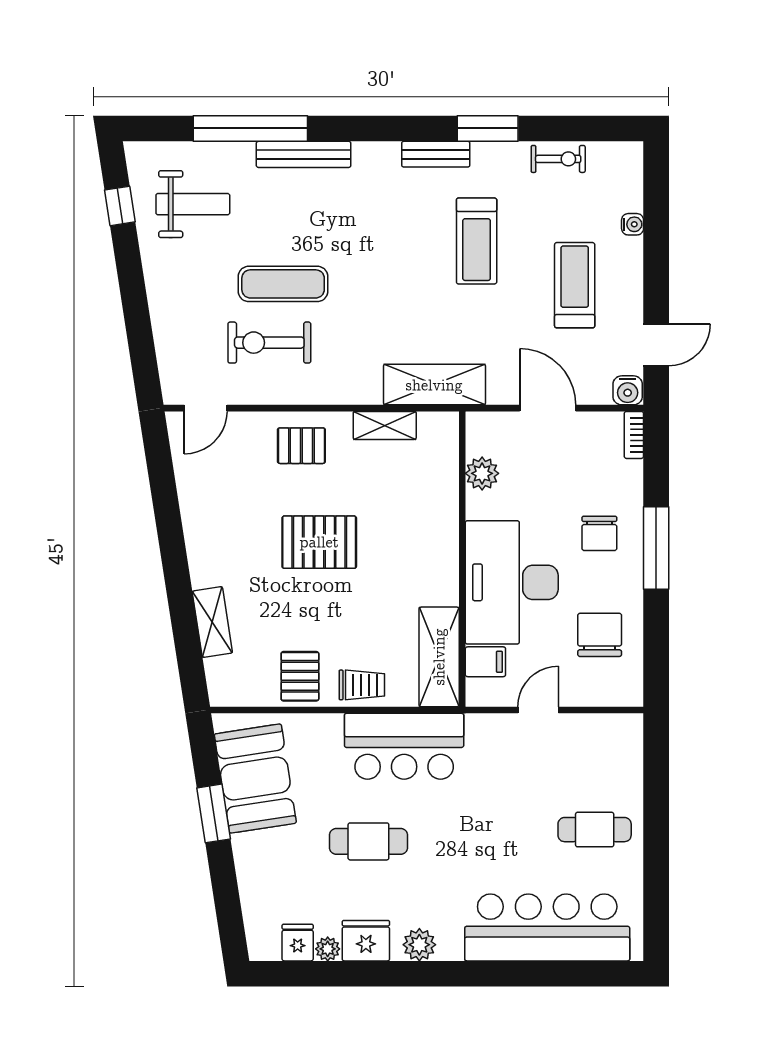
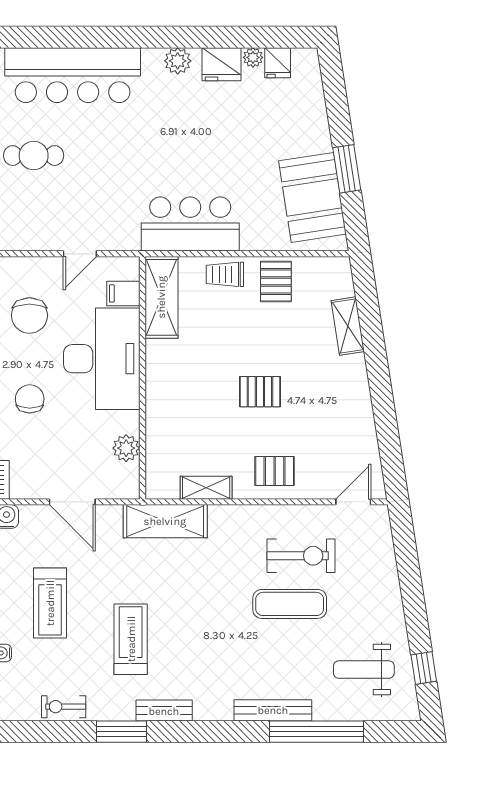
pallet: (319, 542) -> (260, 392), width x0.67, depth x0.71
cafe table: (368, 841) -> (219, 146), removed

